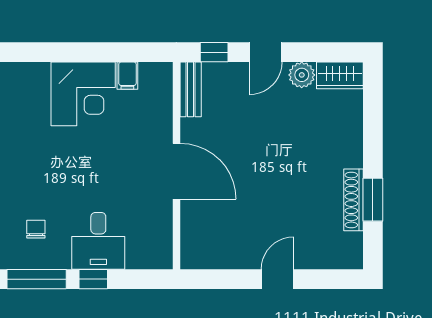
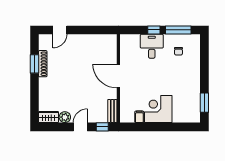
door: (278, 279) -> (60, 30), moved

